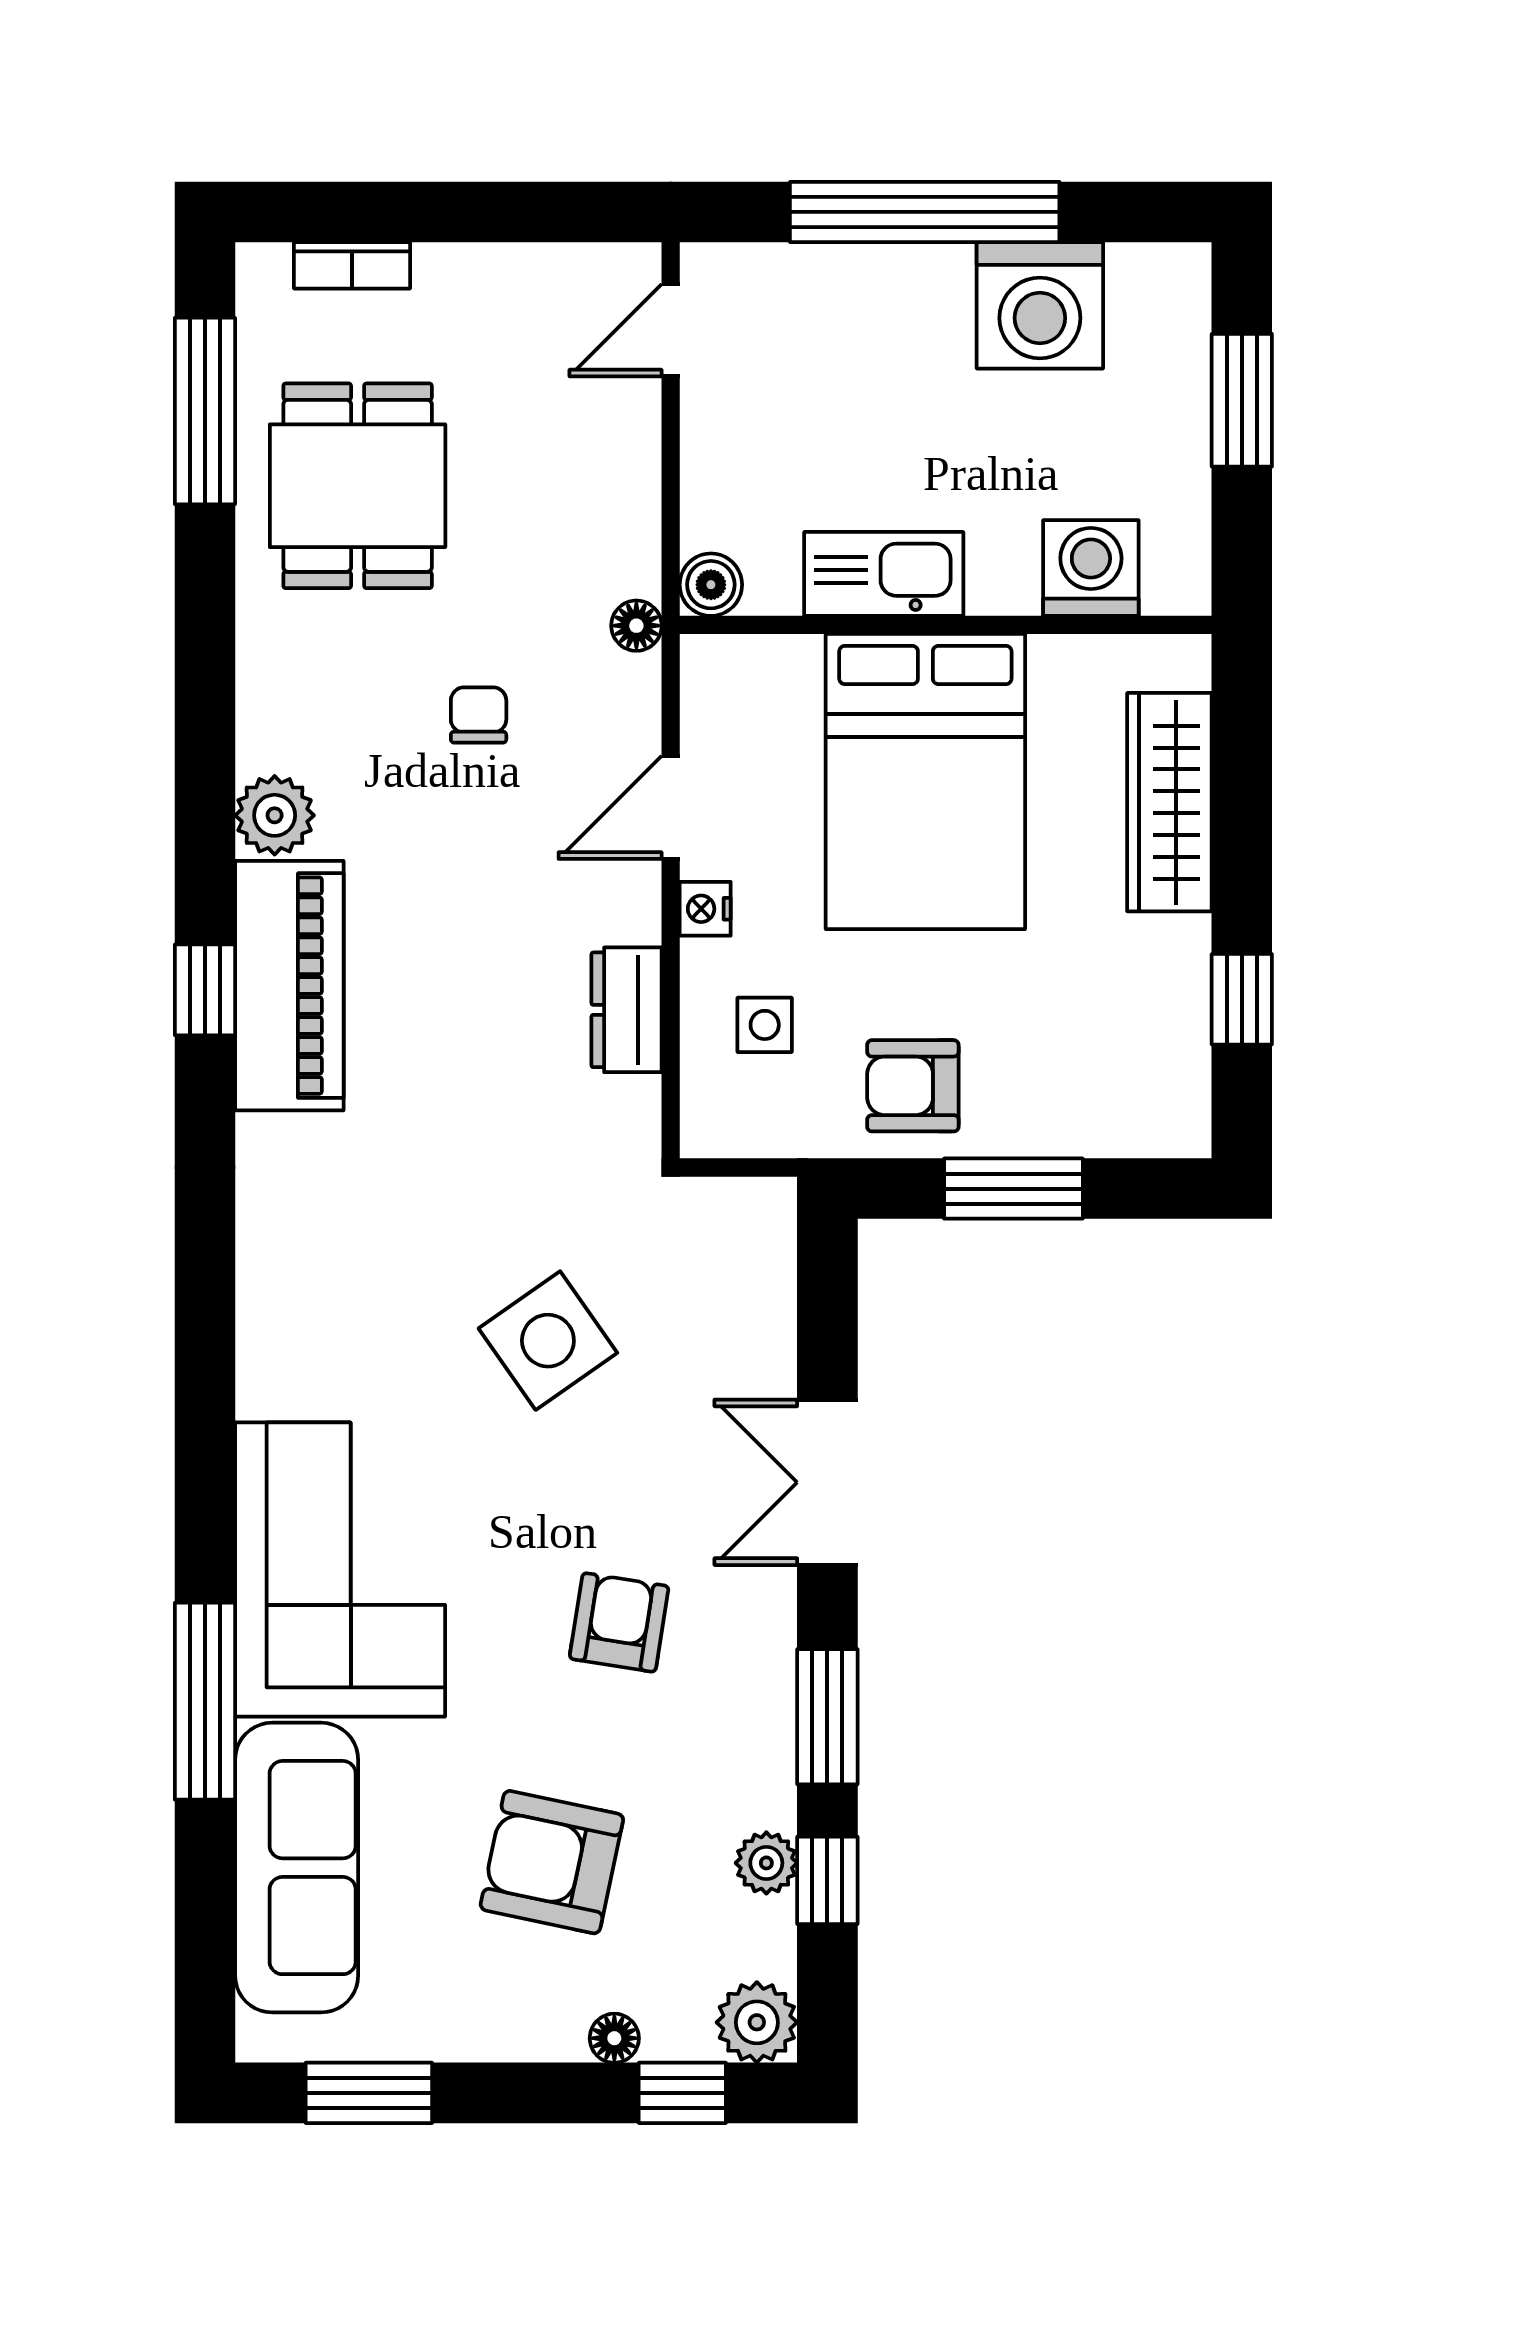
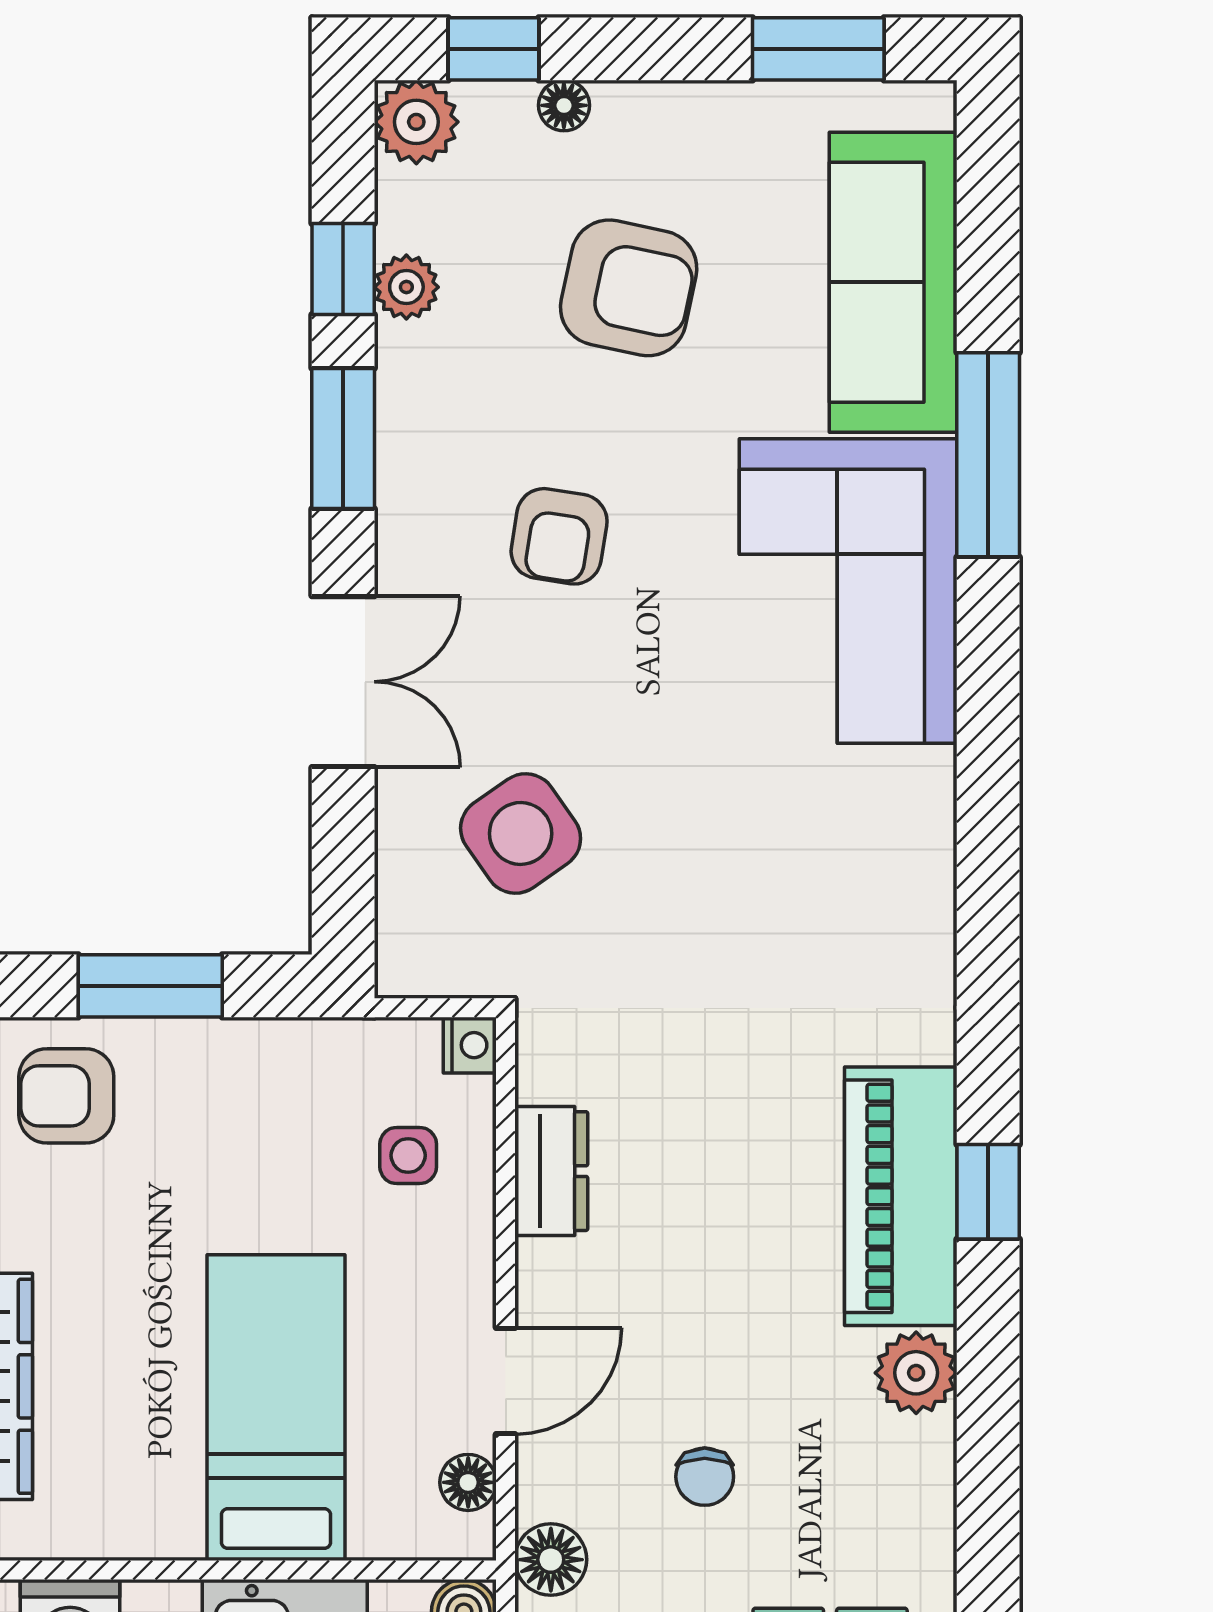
floor lamp: (636, 626) -> (551, 1560), width x1.37, depth x1.37
floor lamp: (707, 709) -> (468, 1482), added
bed: (925, 782) -> (276, 1408), width x0.67
nightstand: (705, 909) -> (470, 1045), moved
armchair: (913, 1086) -> (66, 1096), moved, turned 180
side table: (548, 1341) -> (521, 833), moved

